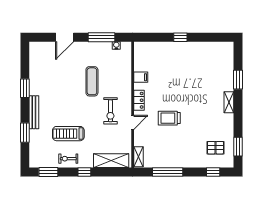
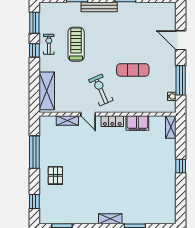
shelving: (144, 46) -> (171, 127), added
filing cabinet: (141, 77) -> (137, 123), width x2.00
exercise bike: (110, 111) -> (101, 90), turned 67
trolley: (169, 118) -> (93, 154), removed
pallet: (216, 148) -> (55, 175), moved
shelving: (138, 157) -> (67, 120), moved
window: (84, 172) -> (34, 50), moved

